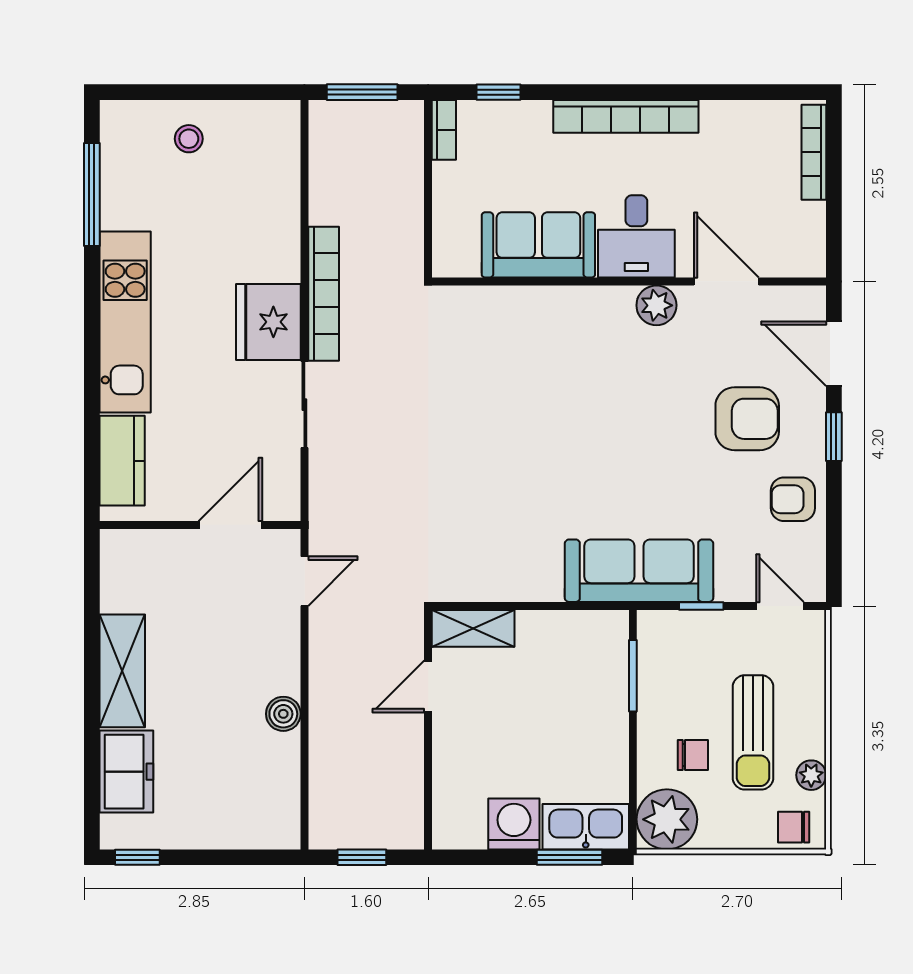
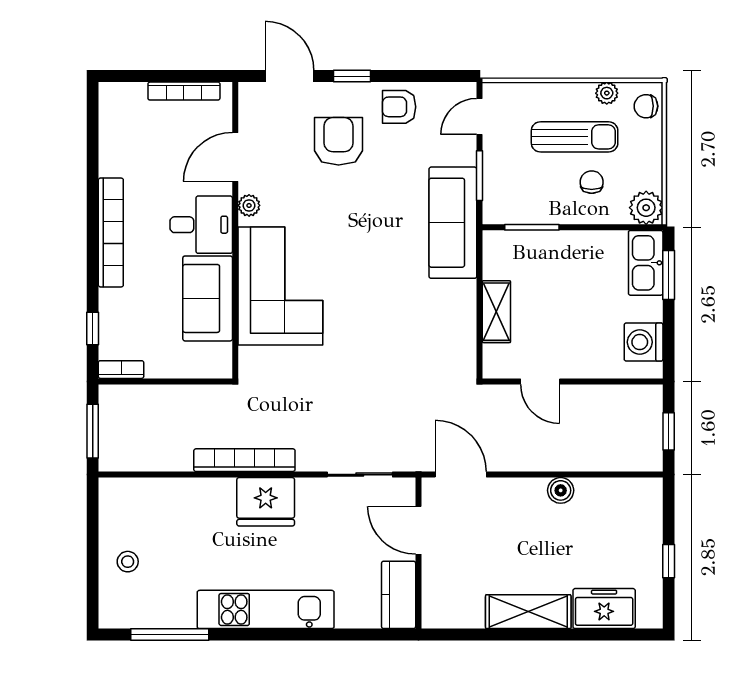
bookcase: (814, 152) -> (184, 91), moved
plant: (656, 305) -> (249, 205), width x0.73, depth x0.73
corner sofa: (555, 341) -> (280, 286), added
door: (834, 354) -> (290, 76), swing flipped
sliding door: (304, 405) -> (360, 475), moved
kitchen counter: (122, 461) -> (399, 595), moved, turned -90
armchair: (793, 499) -> (399, 107), turned 90
door: (304, 581) -> (461, 475), width x1.38
window: (701, 606) -> (480, 176), width x1.50
shelving: (473, 628) -> (496, 312), moved
plant: (667, 819) -> (646, 208), width x0.73, depth x0.73
washing machine: (514, 824) -> (644, 342), moved
chair: (794, 827) -> (646, 106), turned 90
window: (137, 857) -> (669, 561), moved

